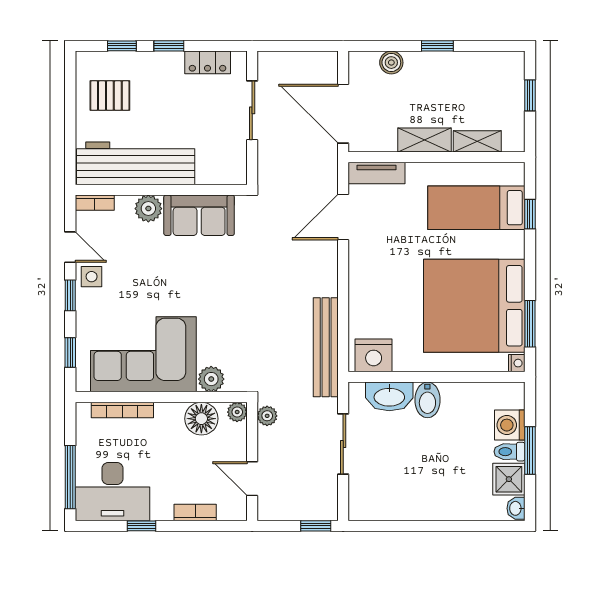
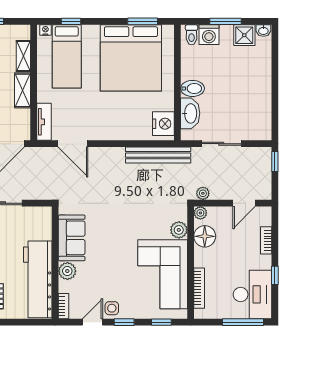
nightstand: (517, 363) -> (45, 30), moved
toilet: (510, 452) -> (192, 35), moved

